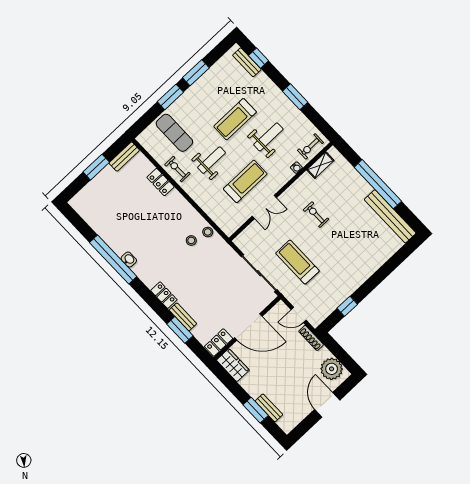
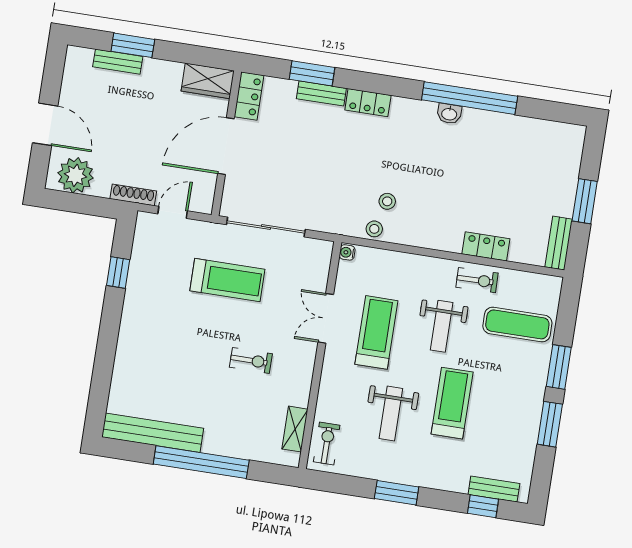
water cooler: (296, 168) -> (347, 252), moved
treadmill: (245, 181) -> (376, 332), turned 180

